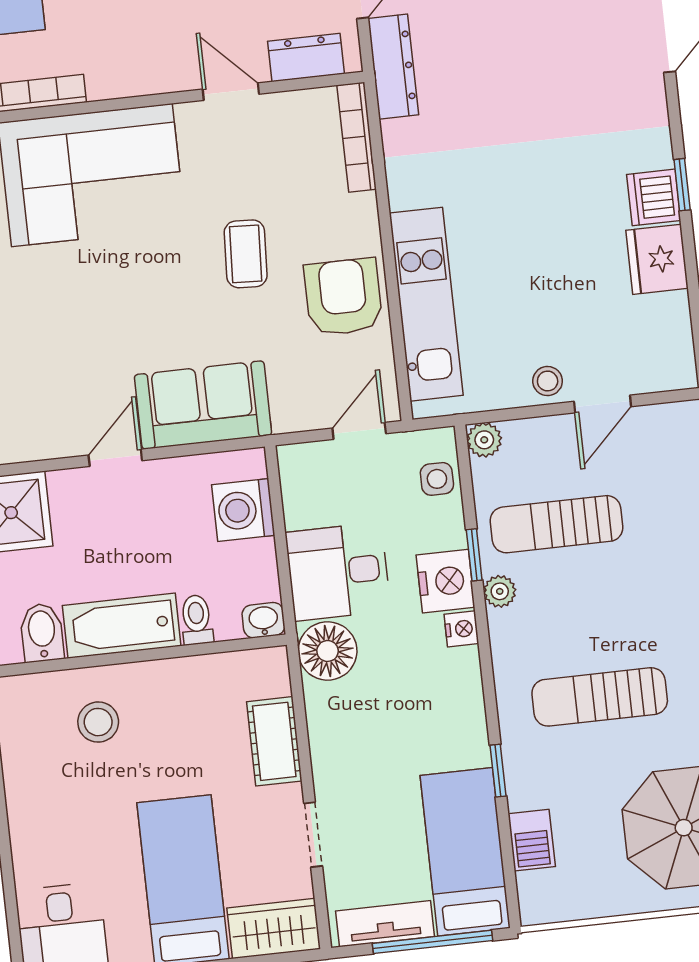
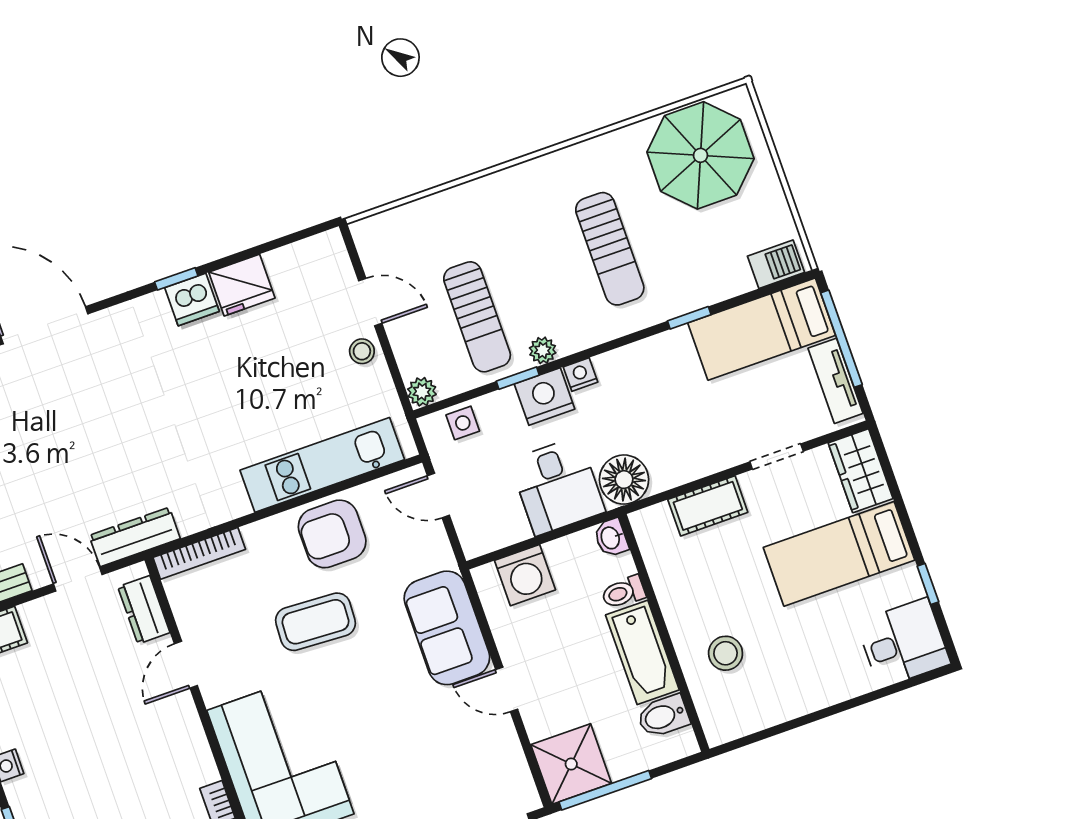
coffee table: (246, 254) -> (315, 622), width x1.36, depth x1.30
barbecue: (532, 840) -> (776, 264), moved

